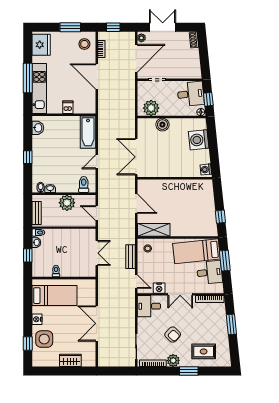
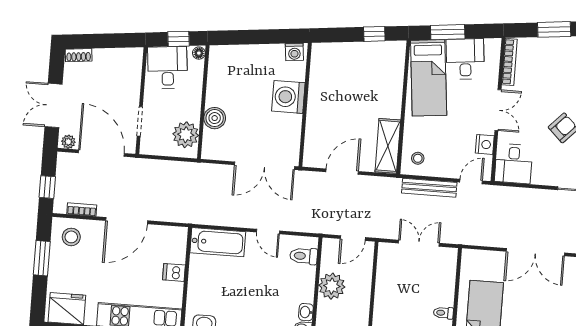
washing machine: (199, 140) -> (288, 97), moved, turned 96
bench: (130, 257) -> (429, 188), width x1.36

